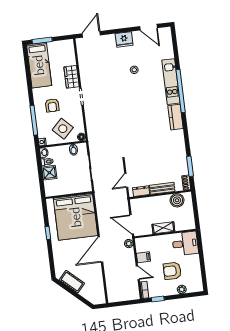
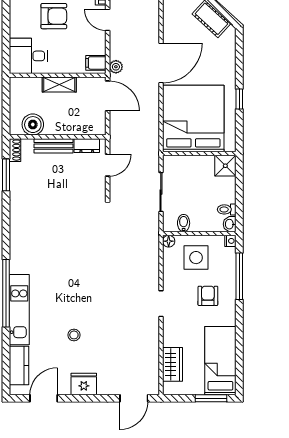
door: (148, 27) -> (44, 398), hinge flipped
wardrobe: (71, 77) -> (173, 364), moved
kitchen counter: (176, 117) -> (19, 365), moved
side table: (63, 129) -> (196, 258), turned 45
shower: (49, 173) -> (225, 166), moved
filing cabinet: (143, 257) -> (96, 63), moved

